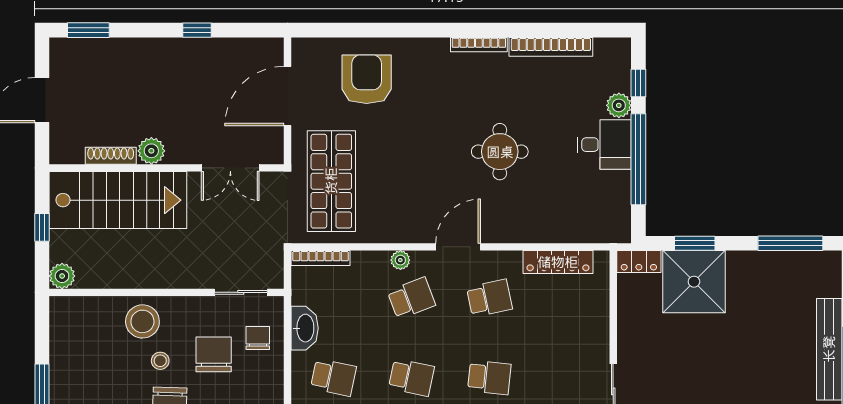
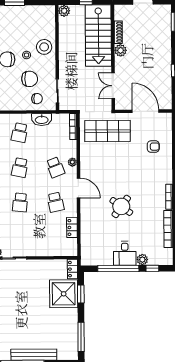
armchair: (367, 79) -> (153, 147), width x0.53, depth x0.53
round table: (500, 152) -> (121, 206), turned 36
locker: (558, 262) -> (72, 227), width x0.66

